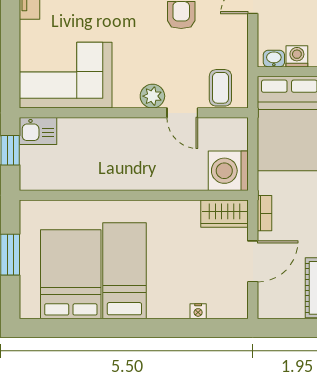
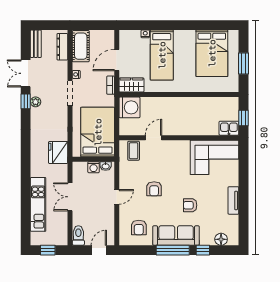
plant: (152, 96) -> (169, 146), removed
door: (182, 113) -> (153, 138), hinge flipped
bed: (124, 271) -> (162, 55), moved

